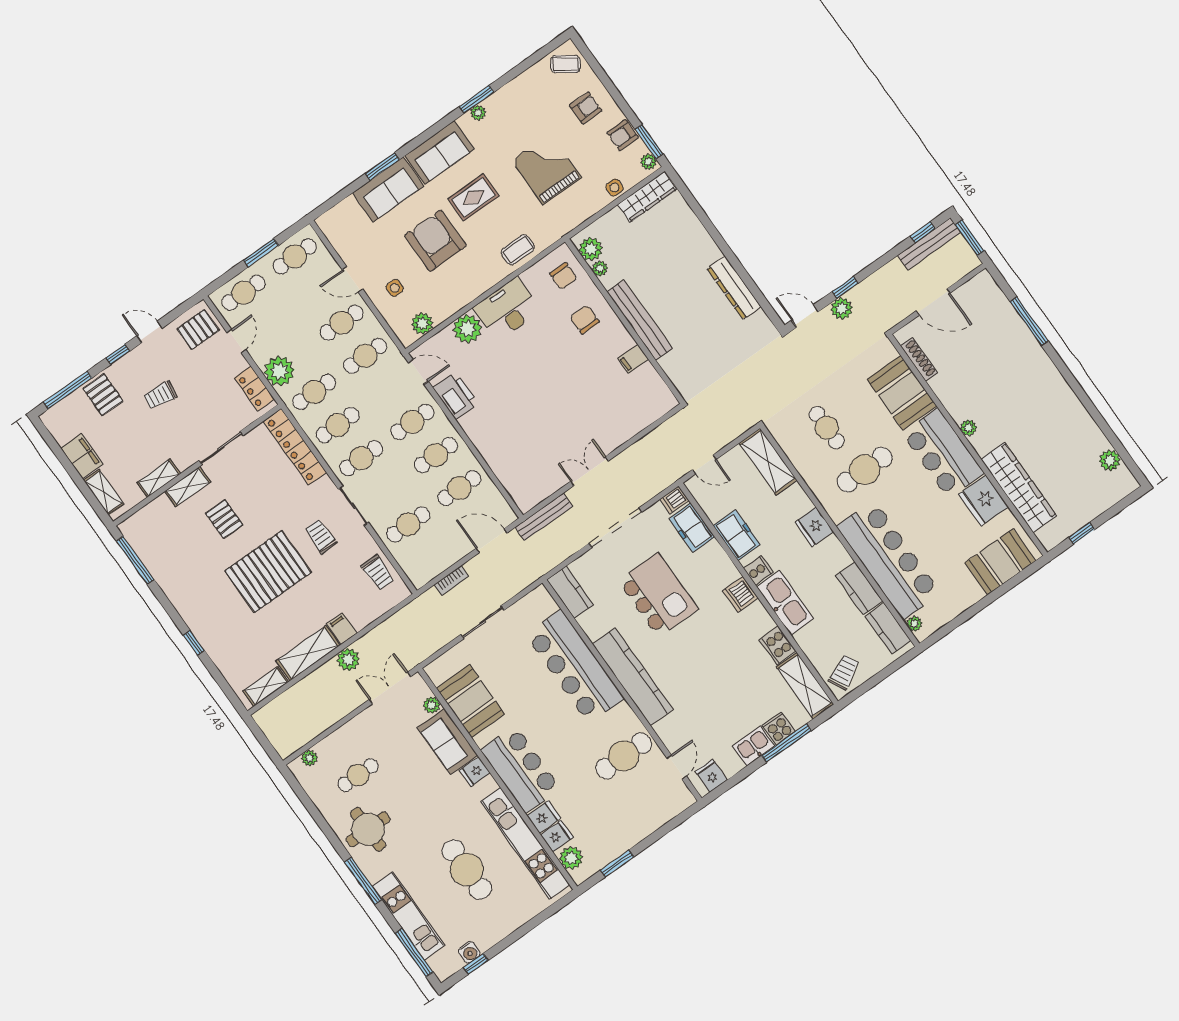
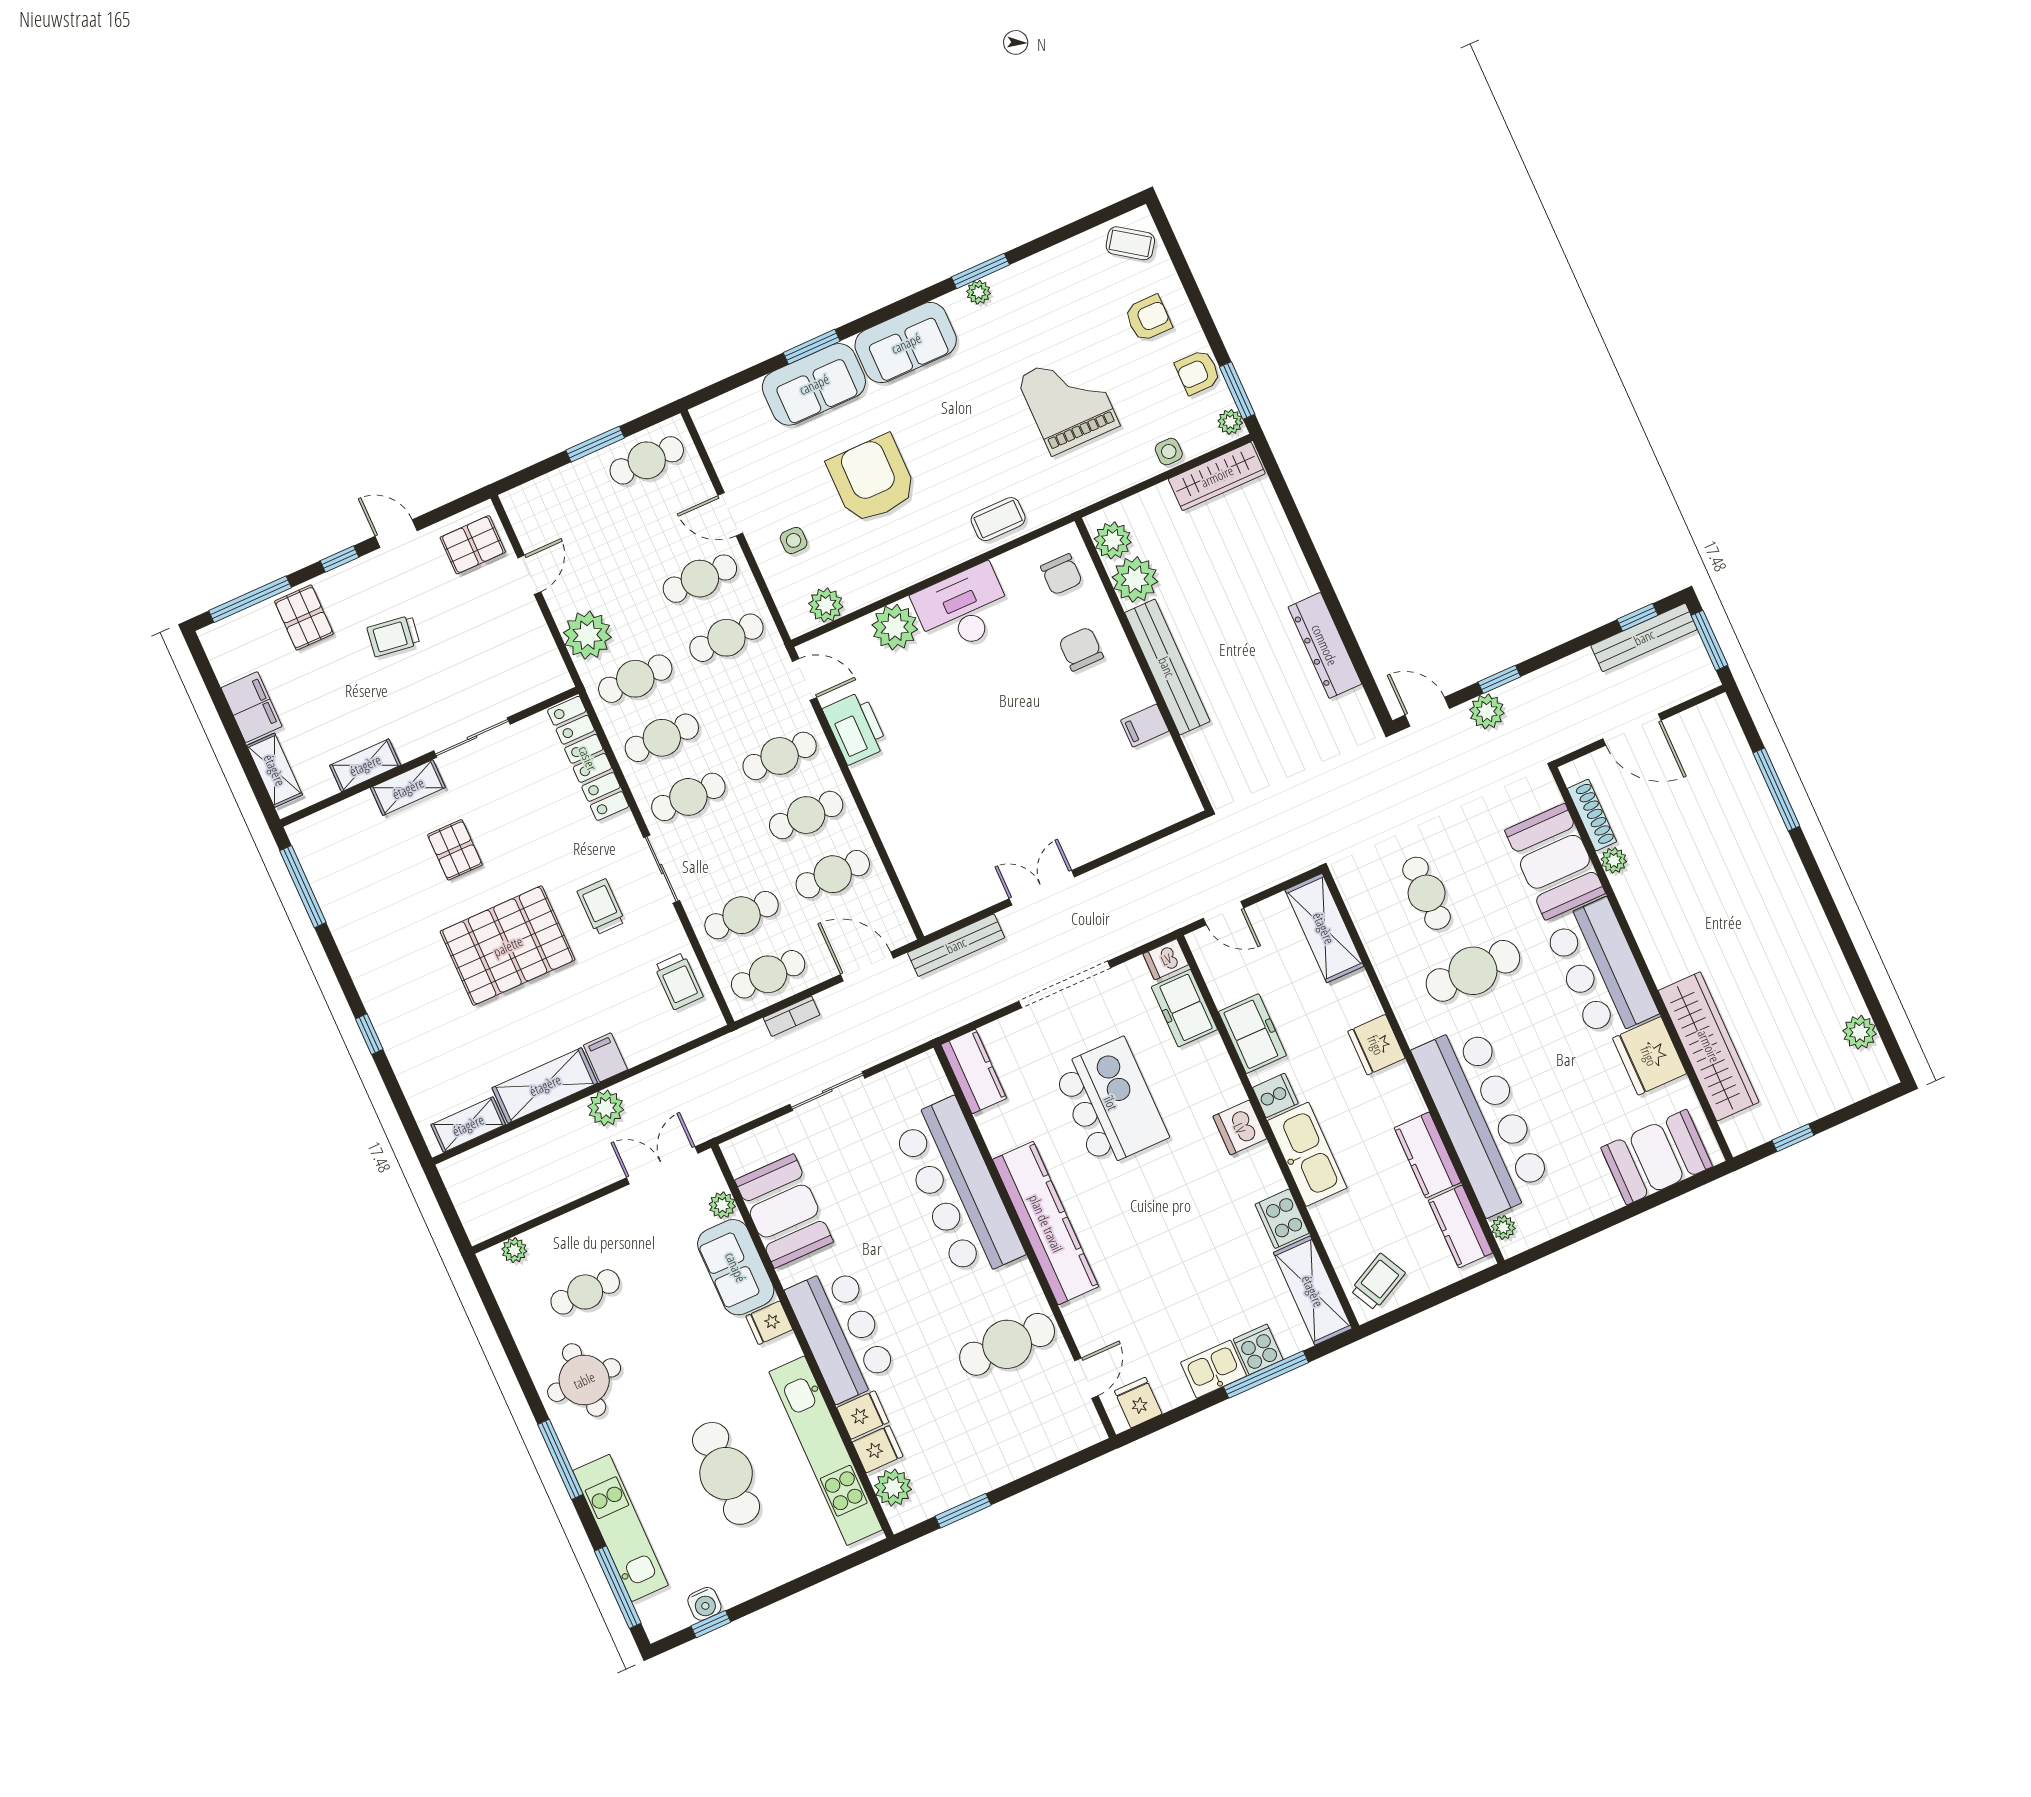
rug: (473, 197) -> (945, 423), removed
plant: (600, 269) -> (1135, 579), width x1.87, depth x1.87
cafe table: (244, 293) -> (768, 974), moved
locker: (254, 388) -> (543, 655), removed
plant: (968, 428) -> (1614, 860), moved

